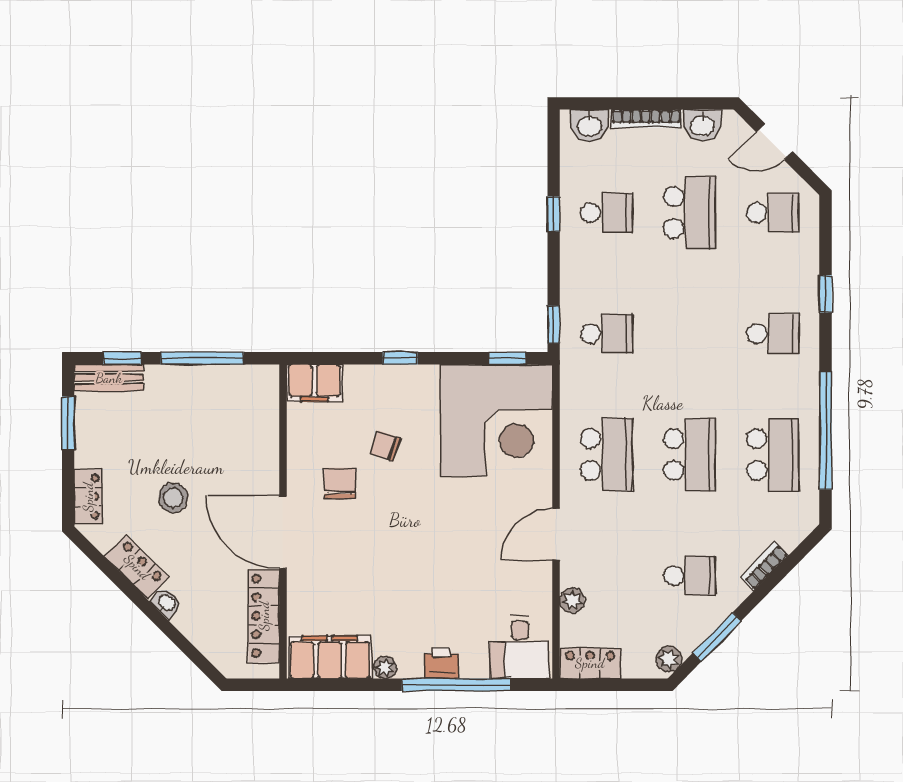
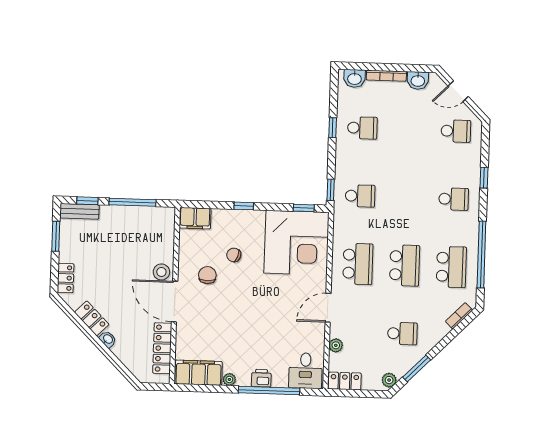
school desk: (690, 213) -> (409, 129), removed
stool: (173, 498) -> (161, 272), moved
bookcase: (765, 566) -> (459, 316), moved

